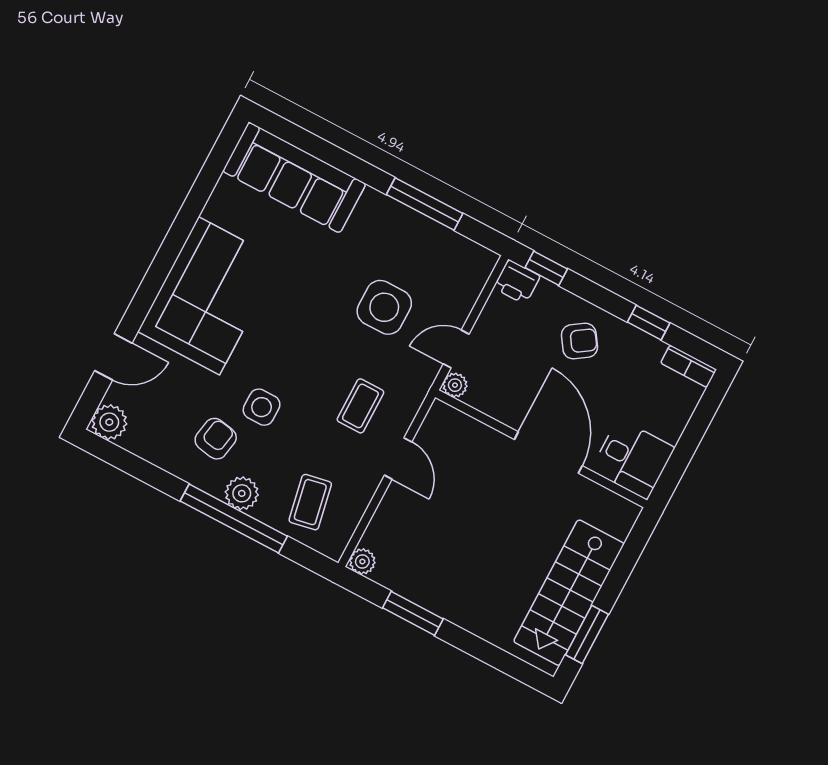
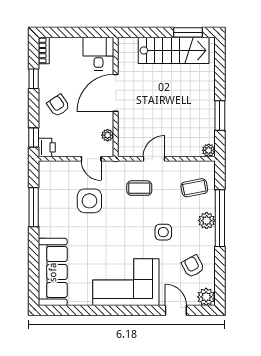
plant: (455, 385) -> (108, 135), moved
armchair: (216, 439) -> (193, 266), moved, turned 52

